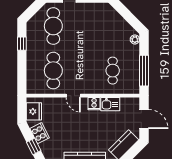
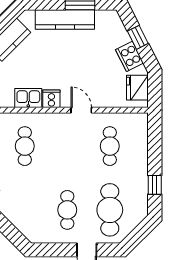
cafe table: (83, 26) -> (67, 210), added
cafe table: (53, 71) -> (110, 146), width x0.73, depth x0.74

